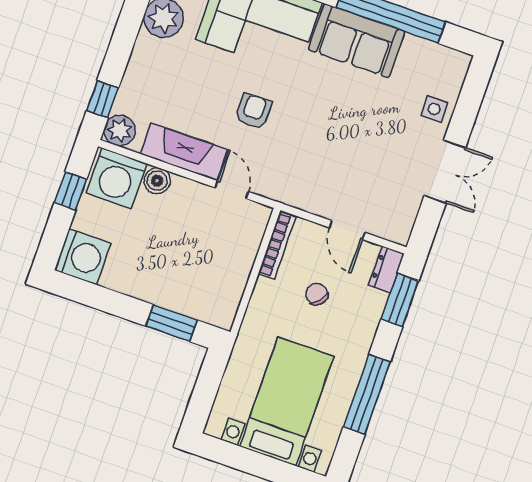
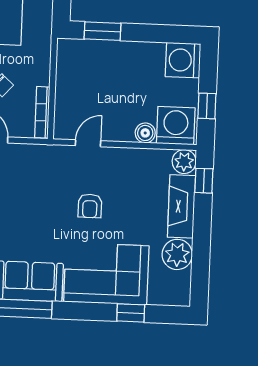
fireplace: (184, 152) -> (181, 206), moved, turned 90
door: (232, 190) -> (88, 143), swing flipped

